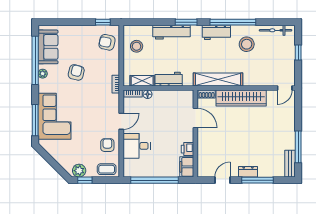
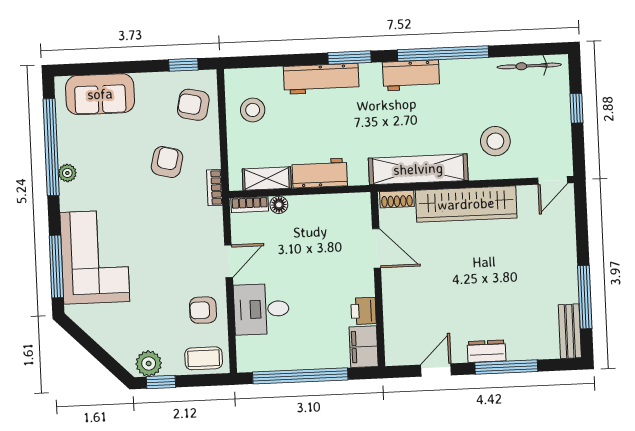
stool: (247, 44) -> (495, 141), moved
sofa: (48, 47) -> (100, 94), moved, turned 90
armchair: (76, 72) -> (167, 162), moved
armchair: (107, 145) -> (203, 310), turned -90

